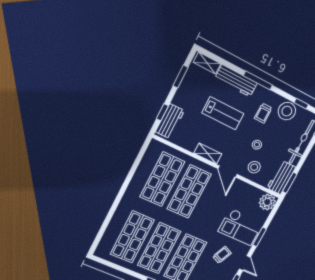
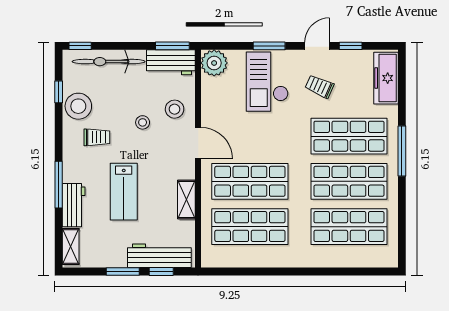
window: (181, 77) -> (123, 272), moved
window: (258, 80) -> (59, 185), moved
workbench: (236, 81) -> (74, 205), width x0.73
lab bench: (223, 113) -> (124, 192), turned 180
workbench: (170, 121) -> (159, 256), width x1.38
shelving: (208, 154) -> (186, 199), moved
door: (228, 172) -> (198, 143), hinge flipped
checkout: (241, 227) -> (267, 82), turned 180

